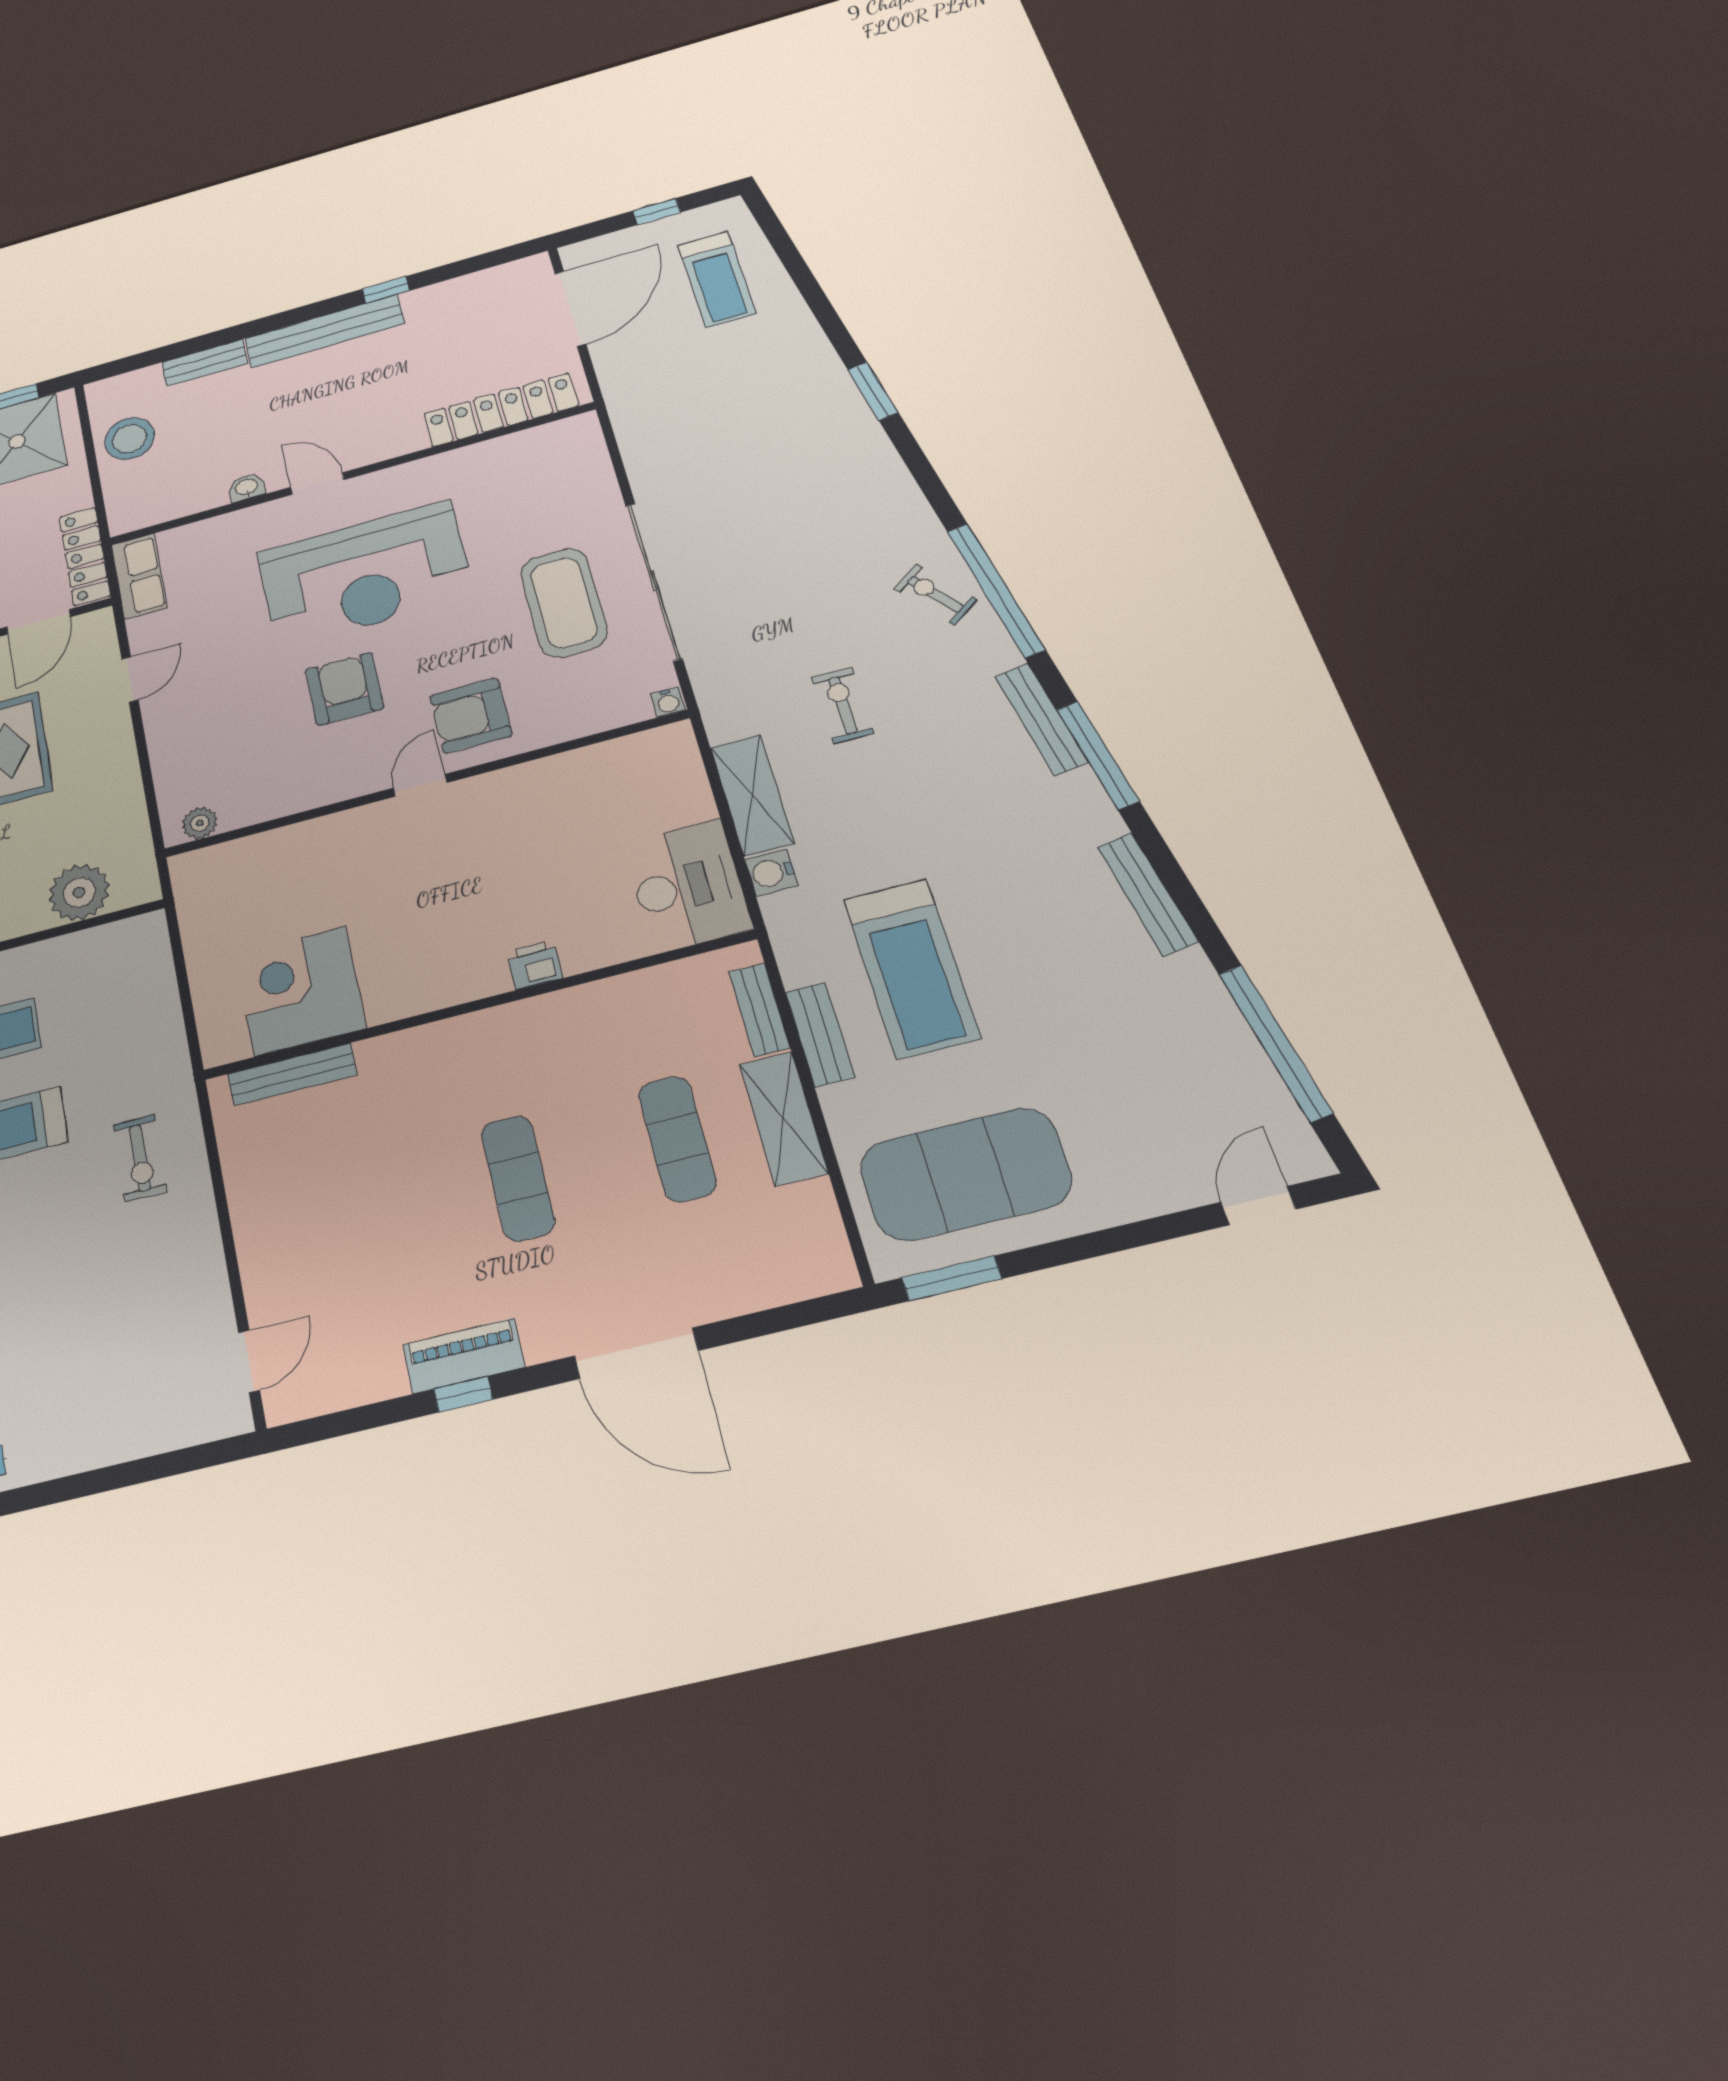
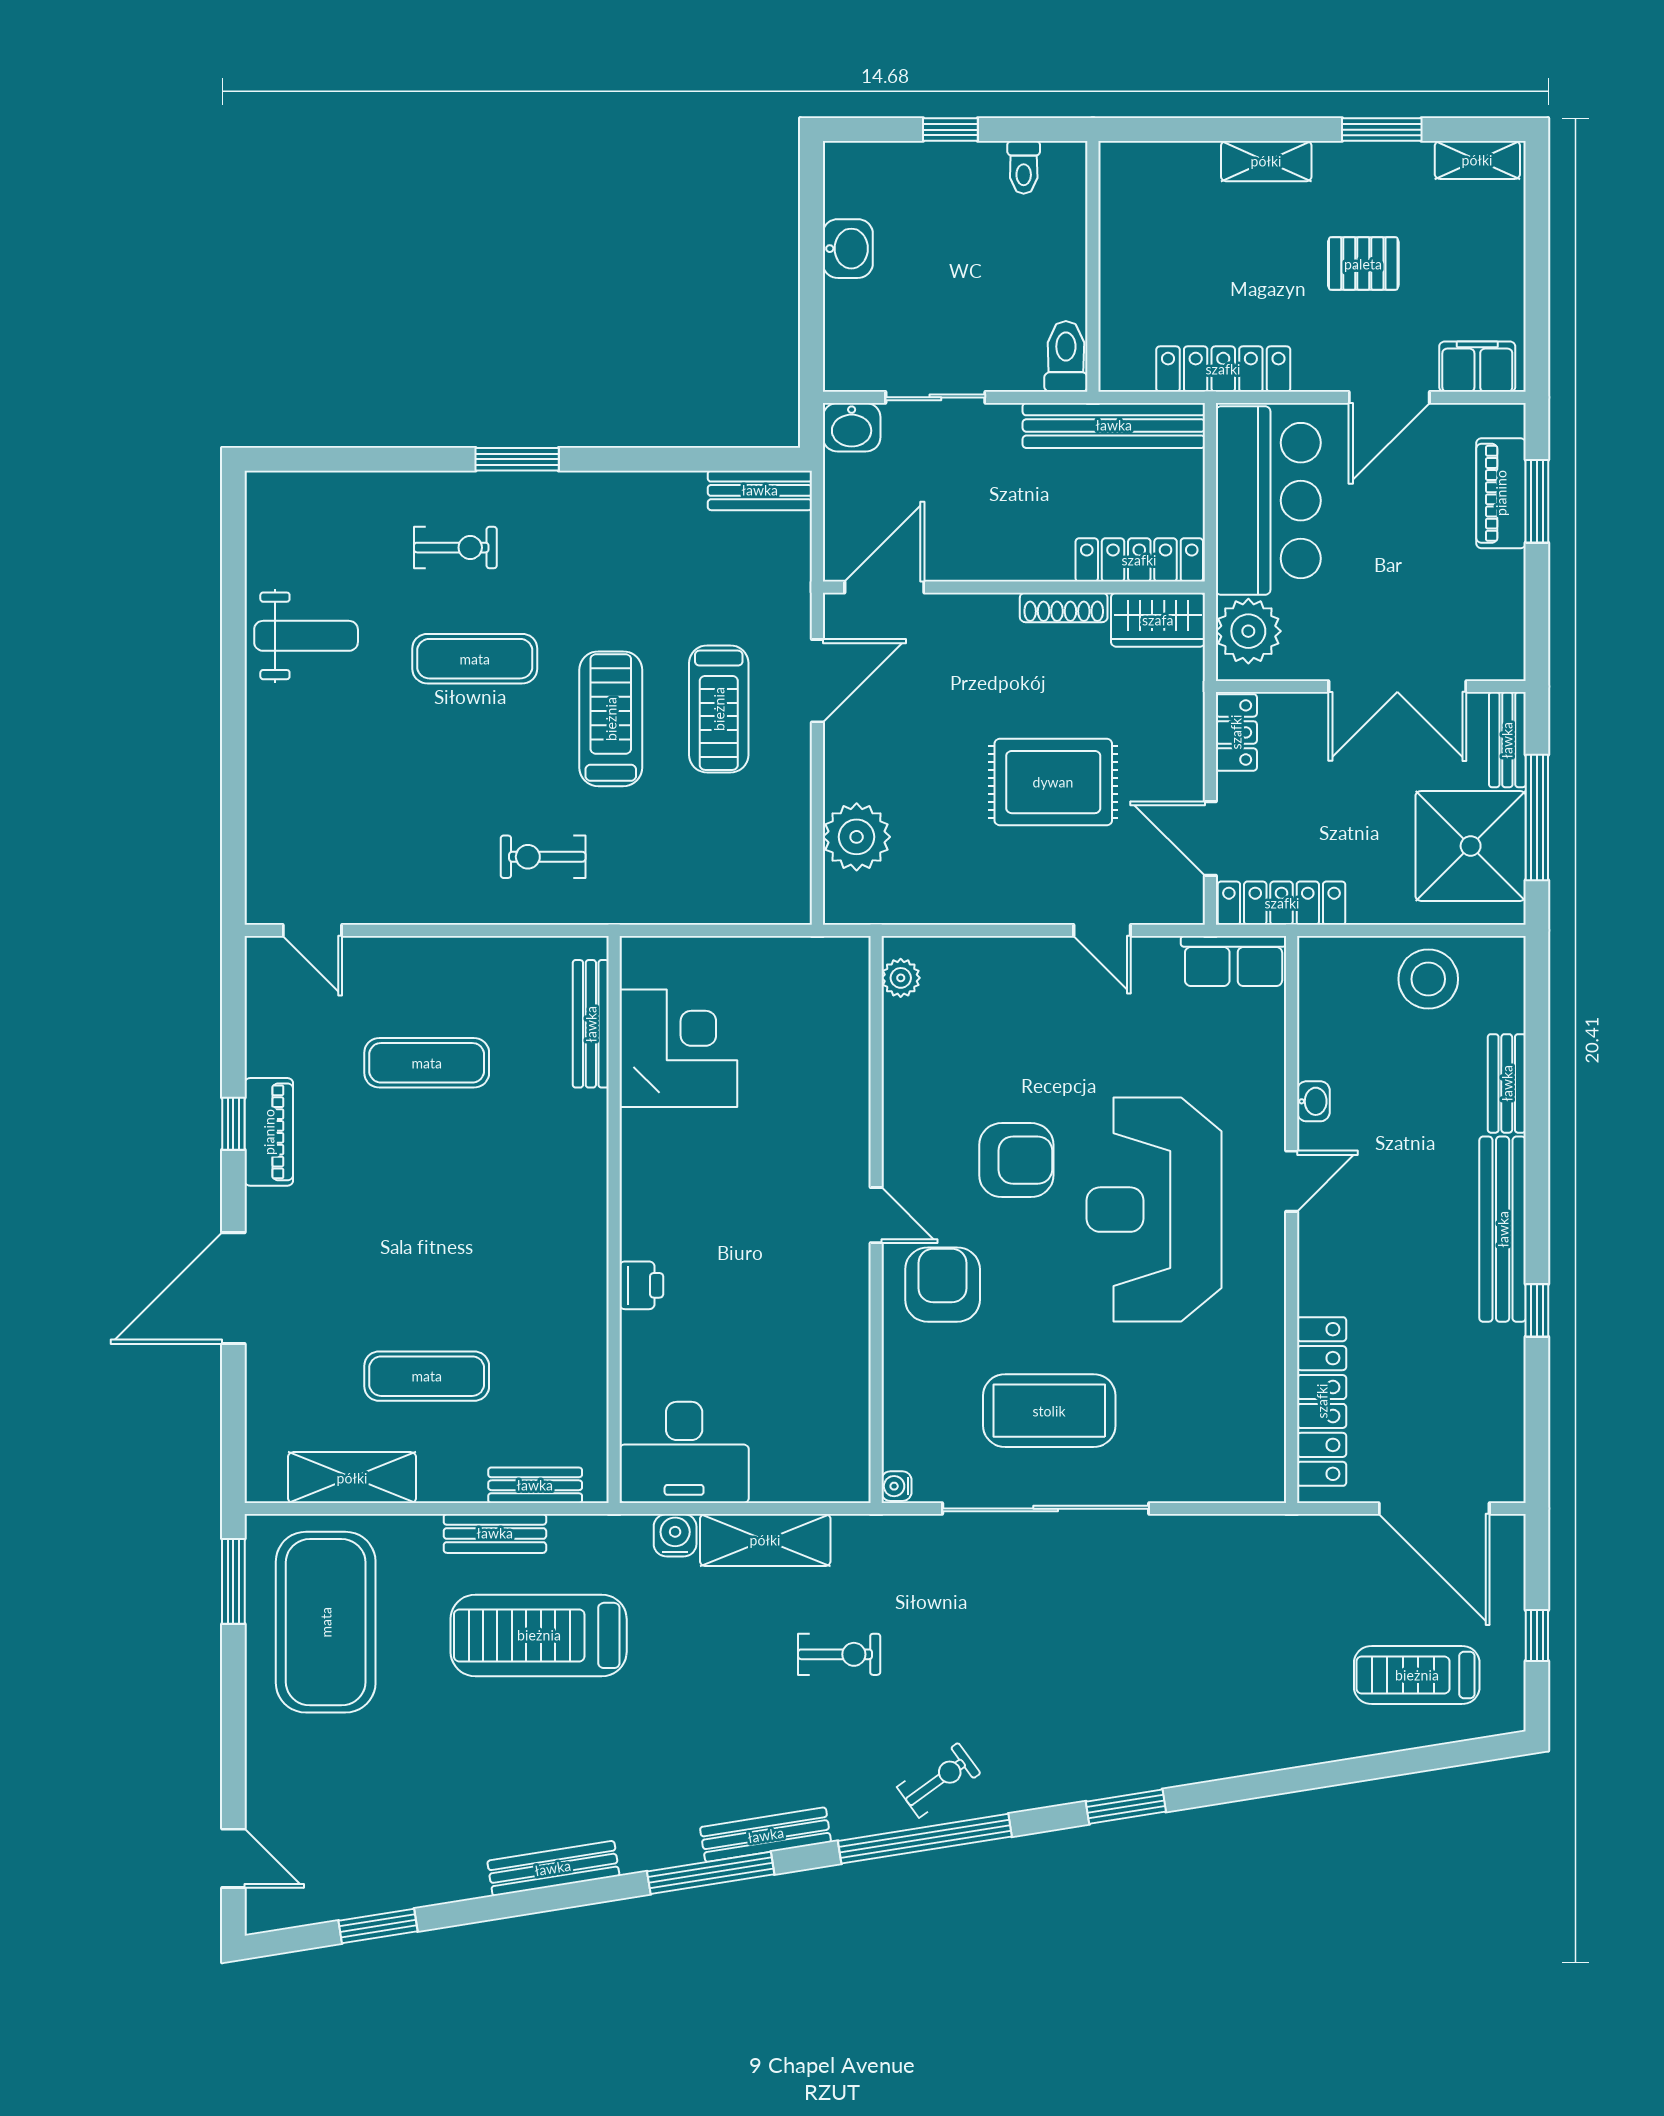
window: (873, 391) -> (1126, 1807), moved
window: (1275, 1043) -> (378, 1926), width x0.47
shelving: (783, 1119) -> (352, 1478), moved
exercise mat: (518, 1178) -> (427, 1063), moved

